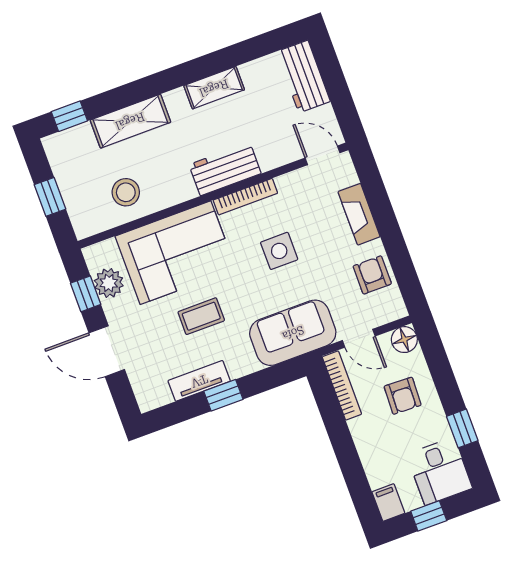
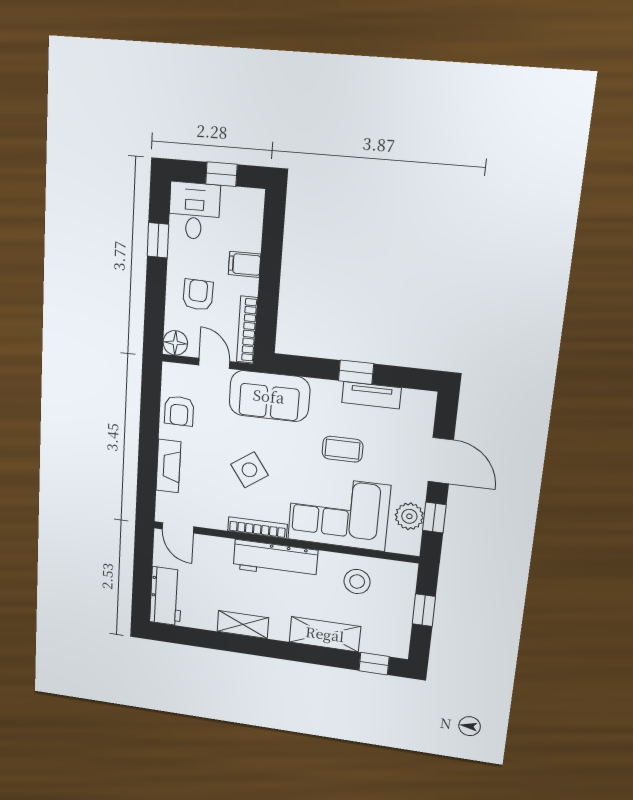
workbench: (225, 169) -> (275, 559), width x1.37
side table: (279, 251) -> (249, 470), turned -35
filing cabinet: (388, 502) -> (245, 264), moved, turned 90

